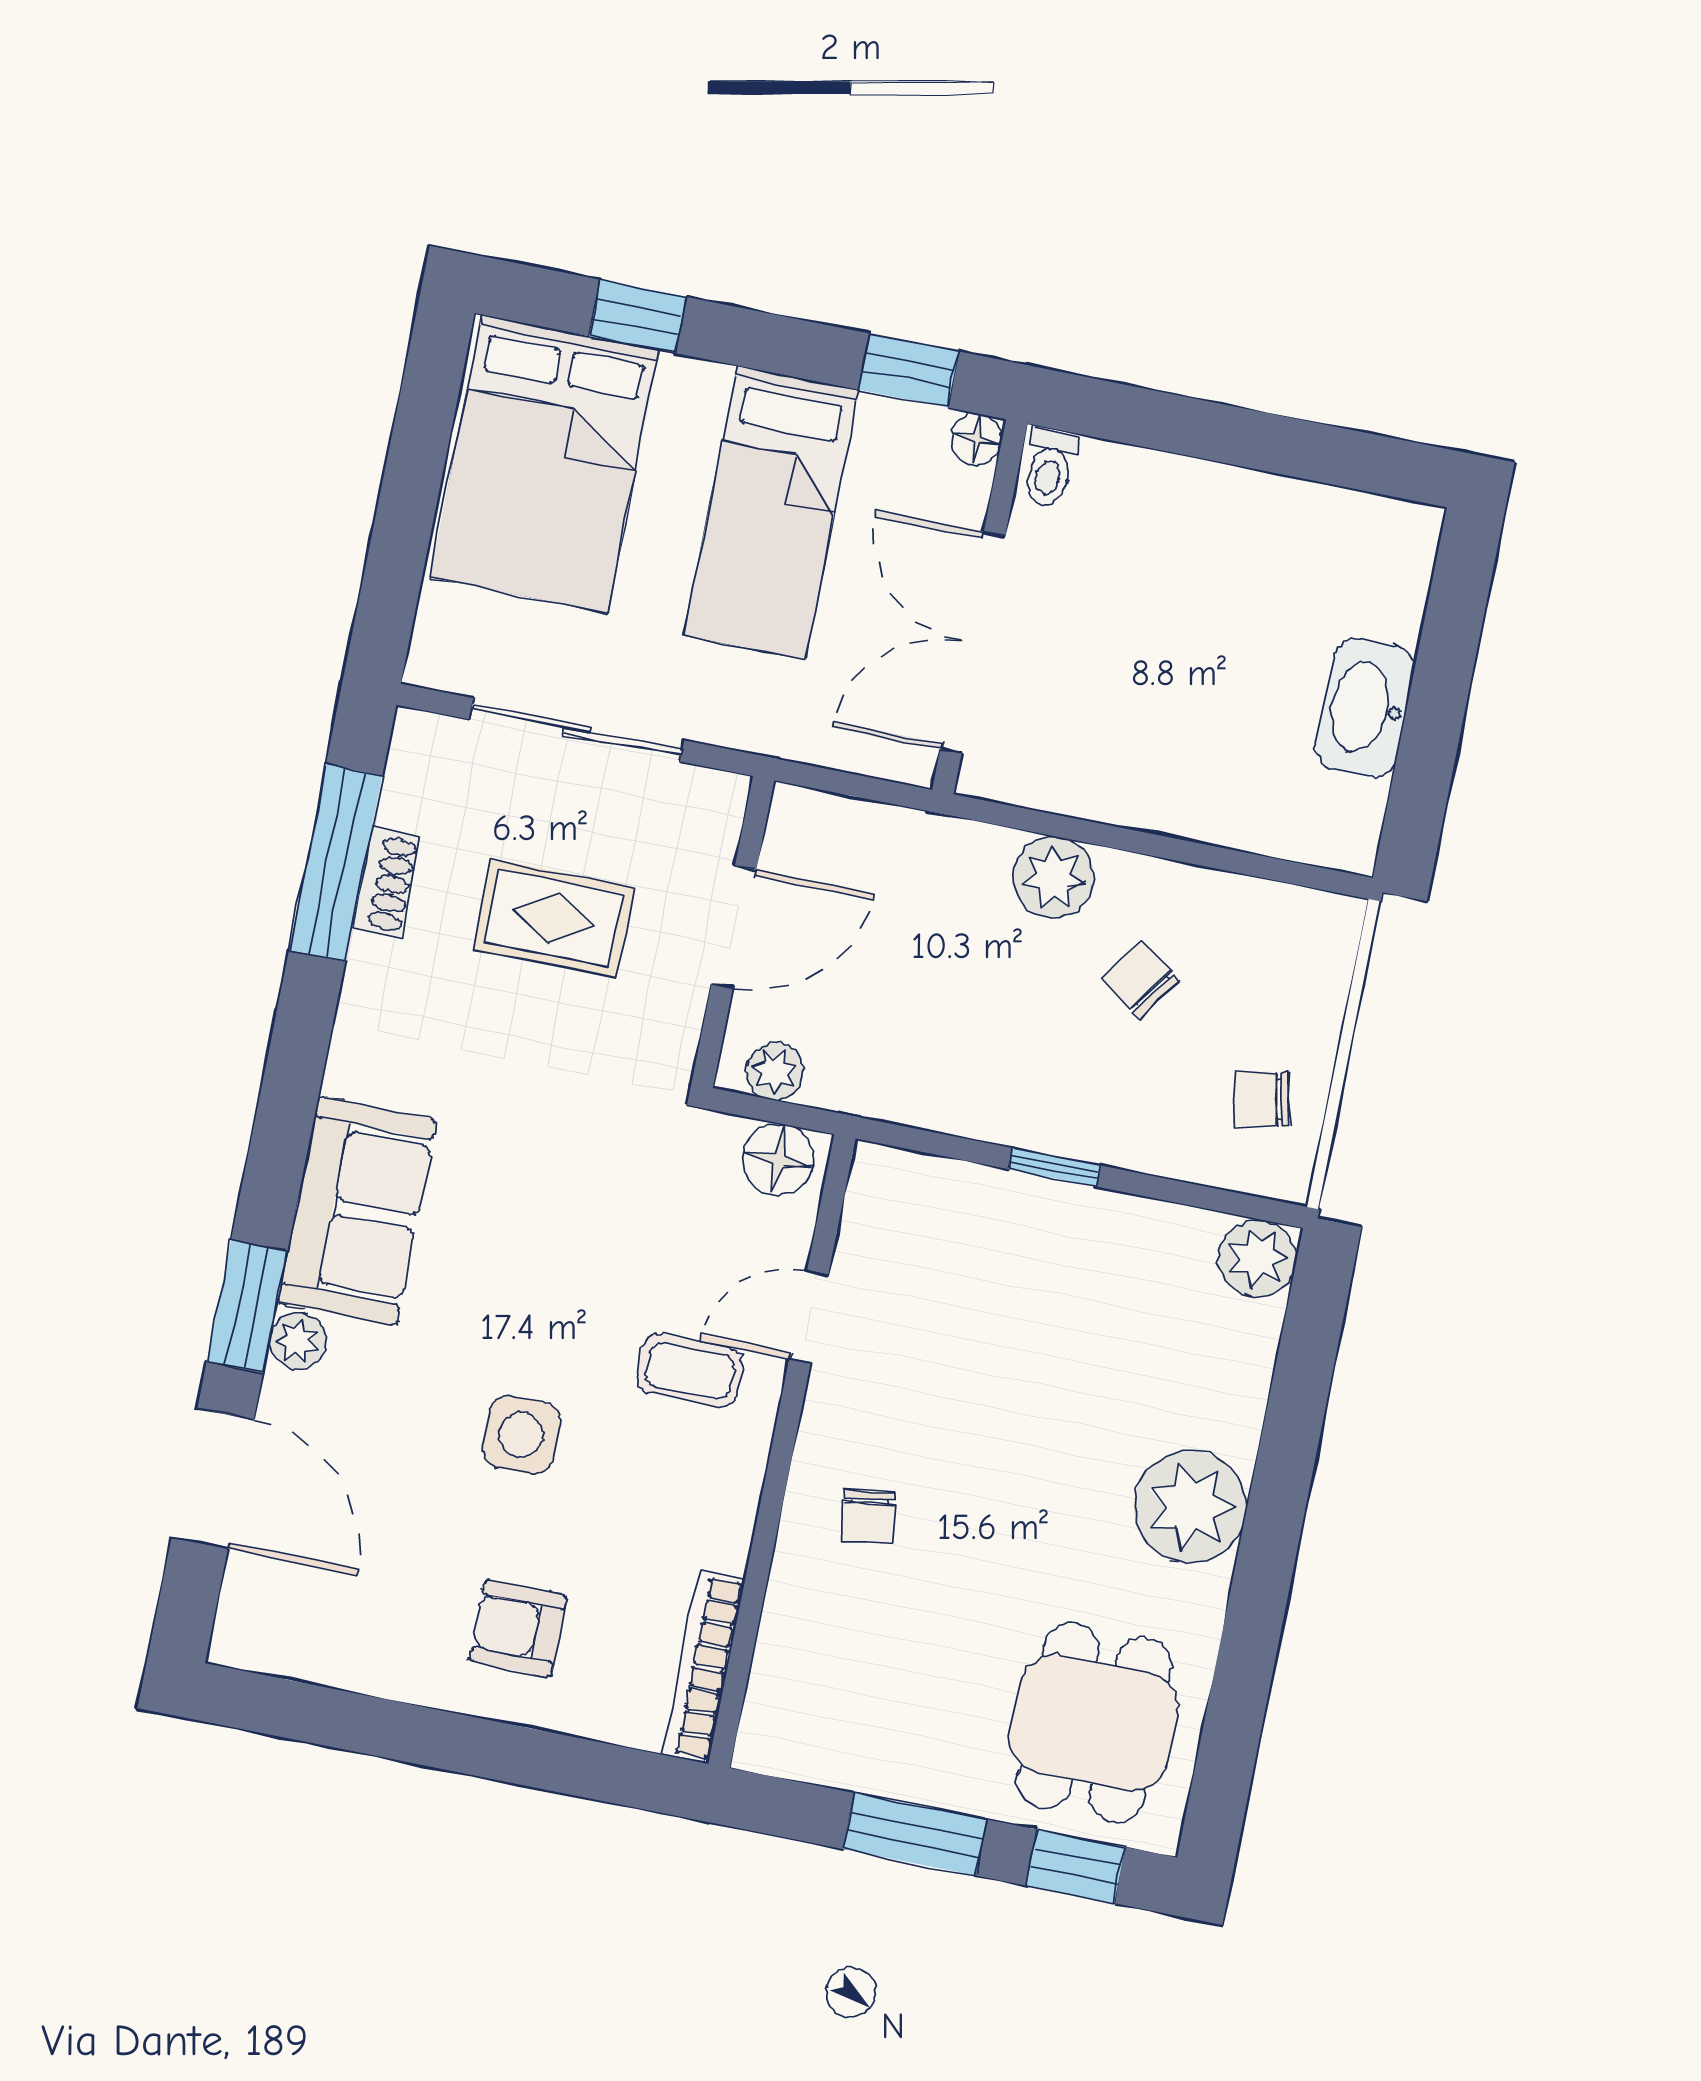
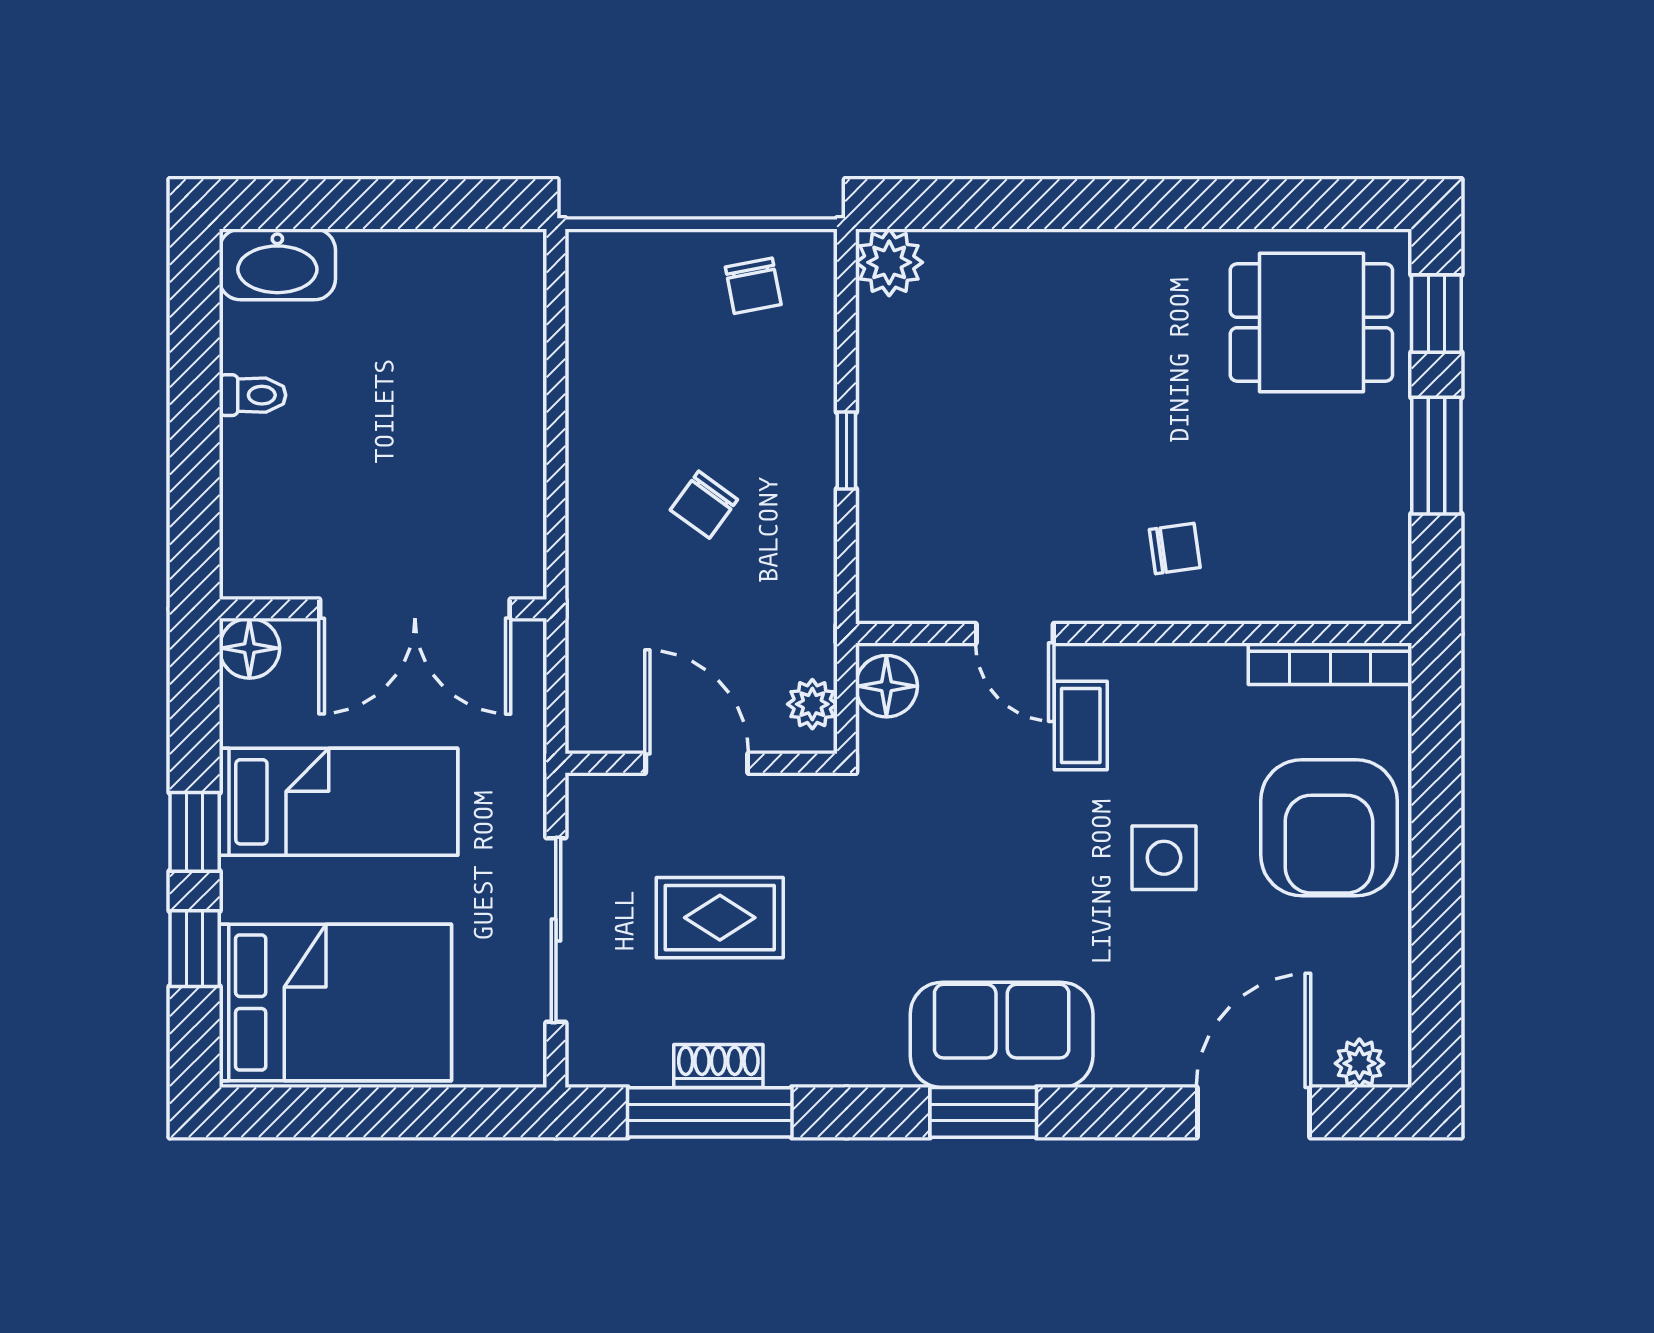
window: (909, 371) -> (195, 832), moved
floor lamp: (977, 439) -> (249, 648), width x1.37, depth x1.37
toilet: (1050, 467) -> (253, 395), moved
washbasin: (1365, 708) -> (277, 264), moved
plant: (1054, 877) -> (600, 500), removed
rug: (554, 918) -> (720, 918), turned 90
chair: (1140, 979) -> (704, 505), moved
window: (247, 1306) -> (983, 1112), moved
plant: (298, 1341) -> (1359, 1063), moved
plant: (1190, 1507) -> (1112, 278), removed
armchair: (518, 1628) -> (1329, 828), width x1.88, depth x1.88

